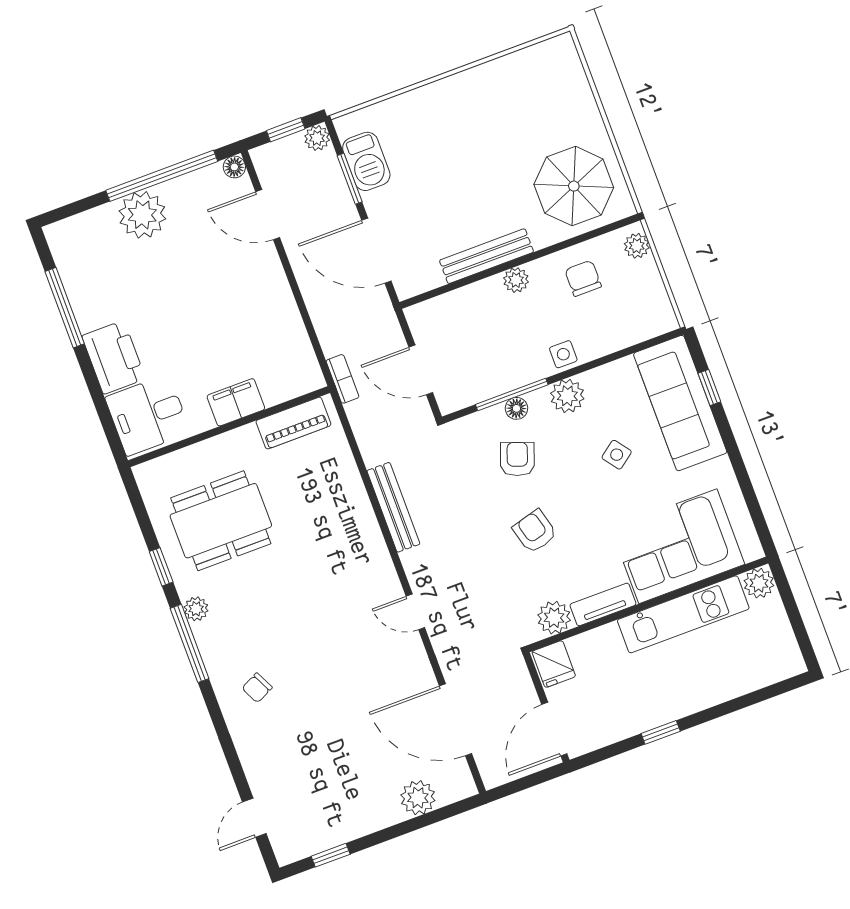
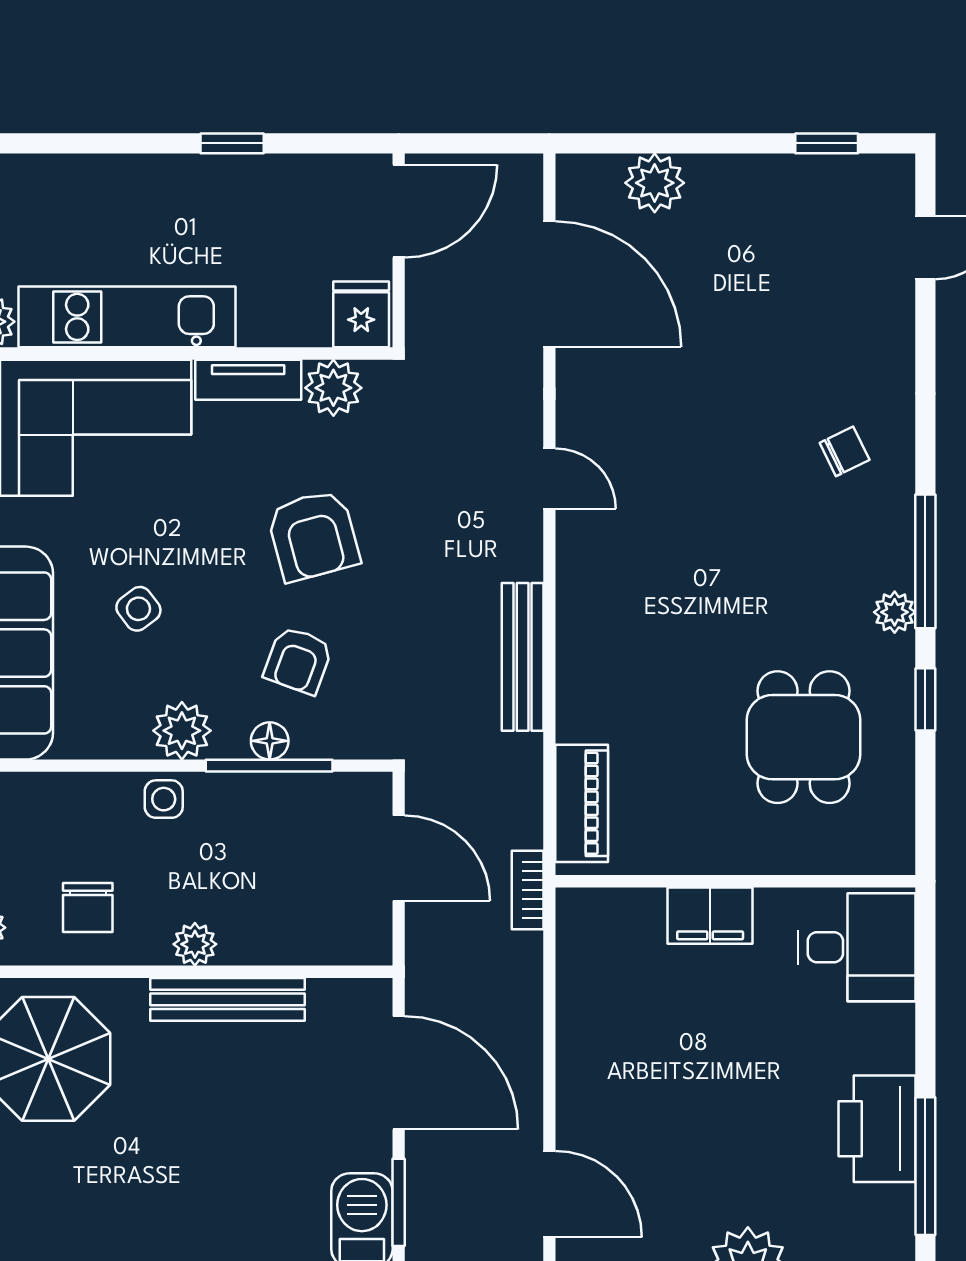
printer: (114, 357) -> (877, 1129), moved
piano: (293, 423) -> (582, 803), moved, turned 90
dining table: (221, 521) -> (804, 737), width x0.73
armchair: (535, 531) -> (313, 536), width x1.38, depth x1.38

